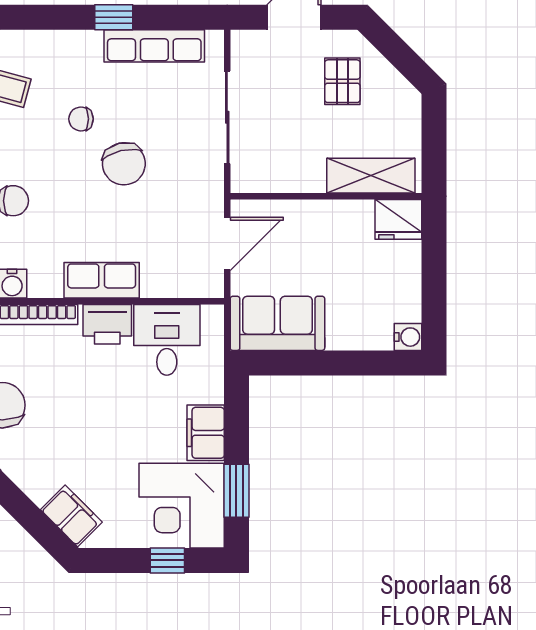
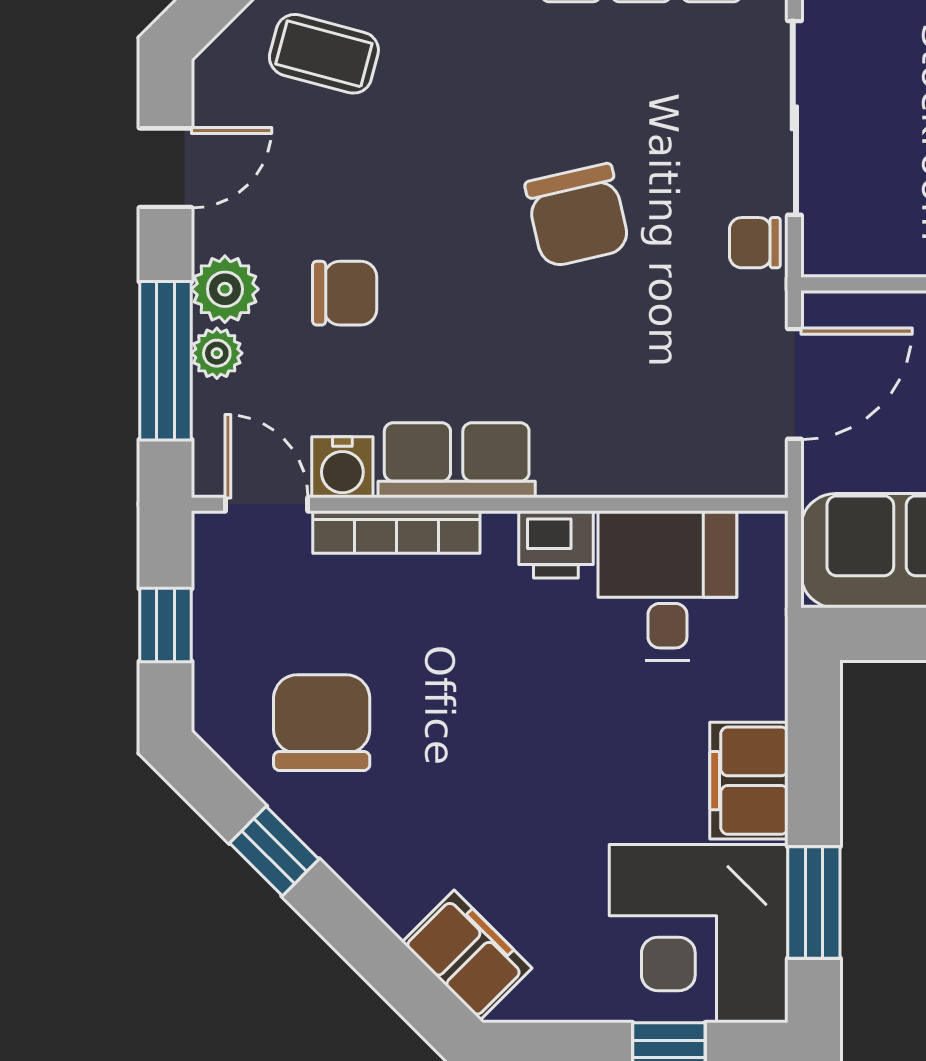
chair: (81, 119) -> (755, 243), moved
row of seats: (102, 280) -> (457, 460), moved
printer: (107, 324) -> (556, 544), width x0.73, depth x0.81

